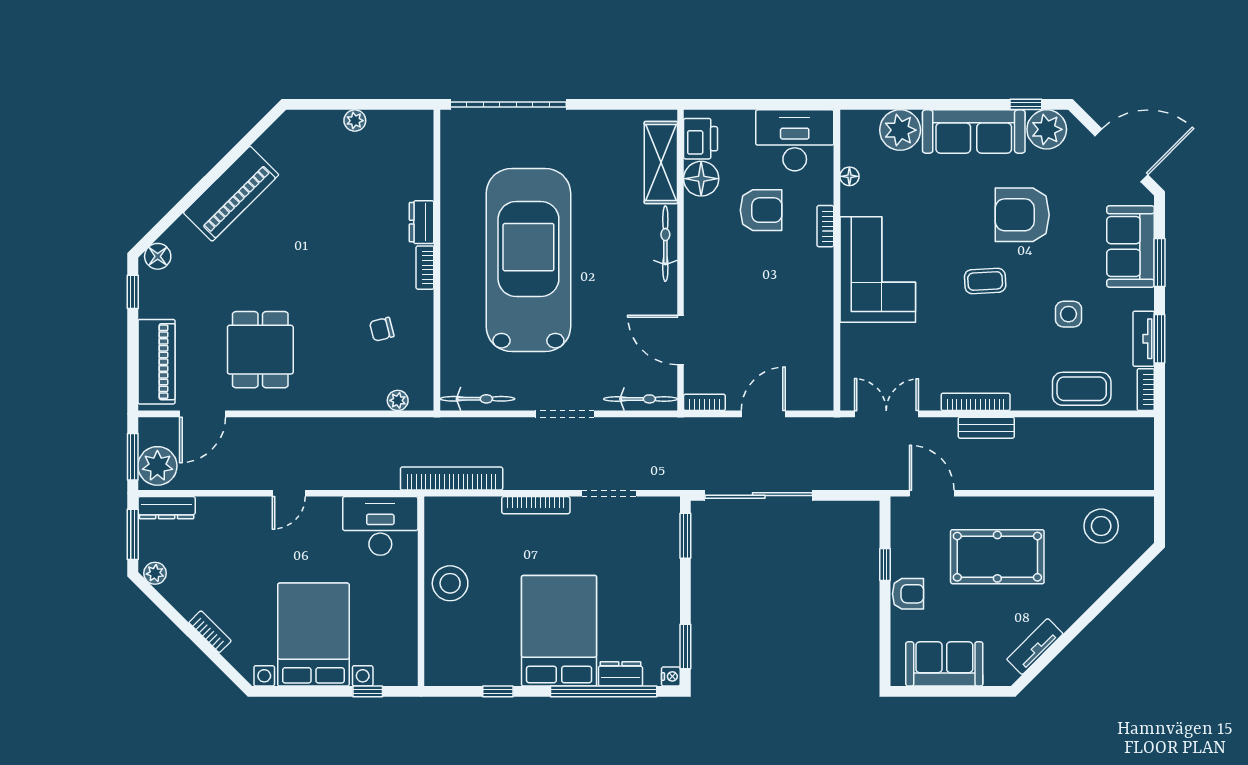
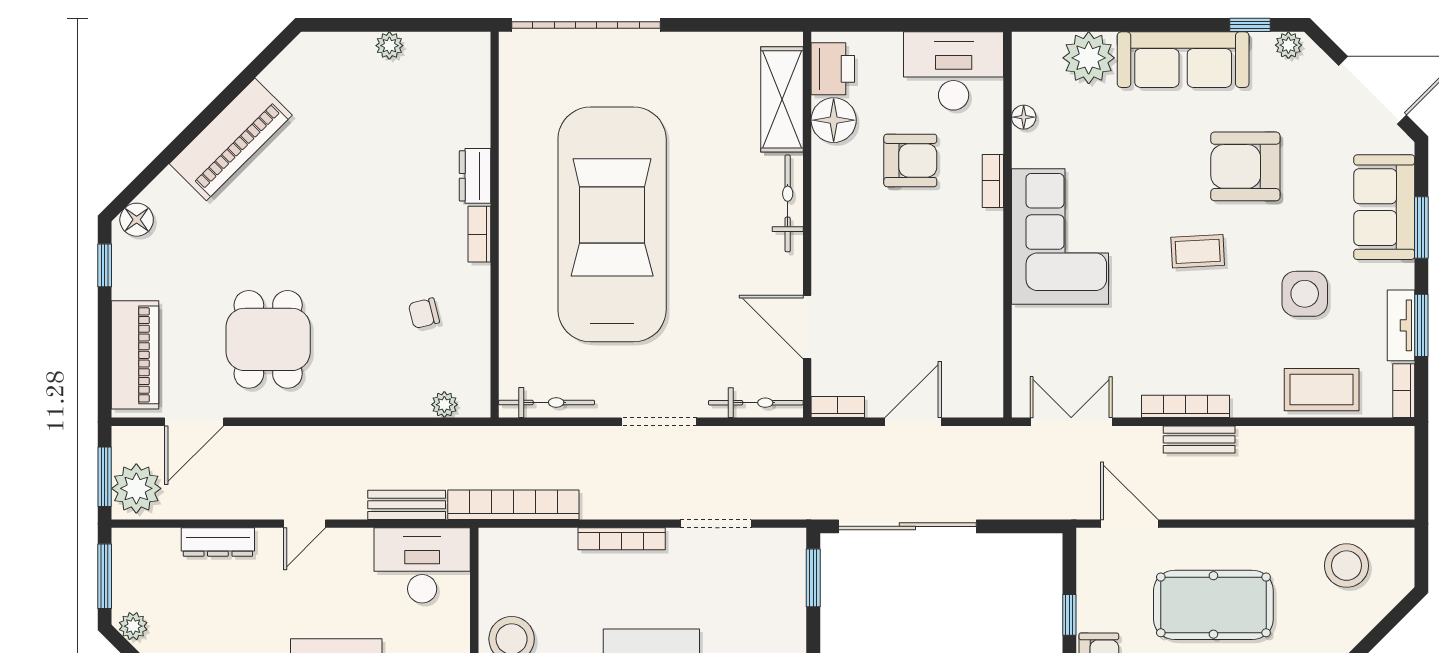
plant: (1047, 129) -> (1288, 45), width x0.53, depth x0.53
side table: (1069, 314) -> (1305, 294), width x1.37, depth x1.37
bench: (368, 479) -> (407, 505), added
dresser: (167, 508) -> (218, 542), moved

